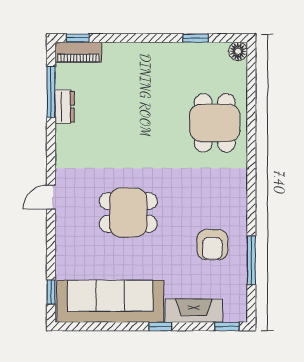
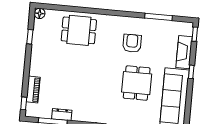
piano: (78, 52) -> (33, 90), moved
dining table: (128, 212) -> (137, 83), moved
armchair: (212, 245) -> (132, 43), moved, turned -90

